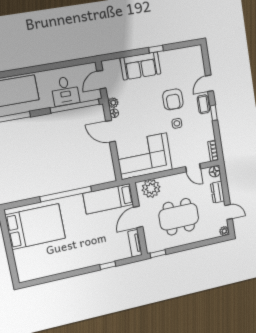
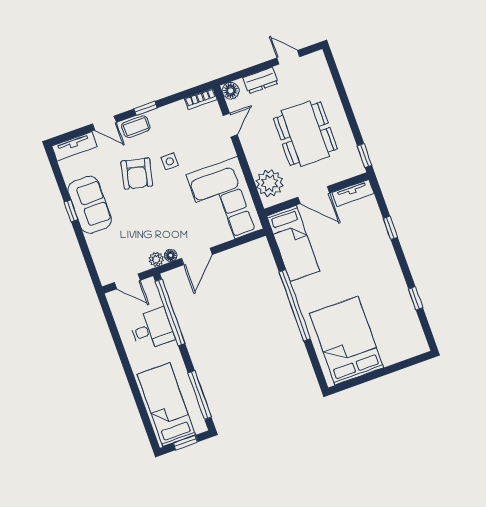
tv unit: (198, 60) -> (74, 146), added
sofa: (140, 66) -> (90, 205), moved
armchair: (173, 99) -> (137, 174), turned 103
door: (229, 212) -> (288, 57), hinge flipped
plant: (224, 231) -> (318, 59), removed
window: (57, 277) -> (416, 298), added

